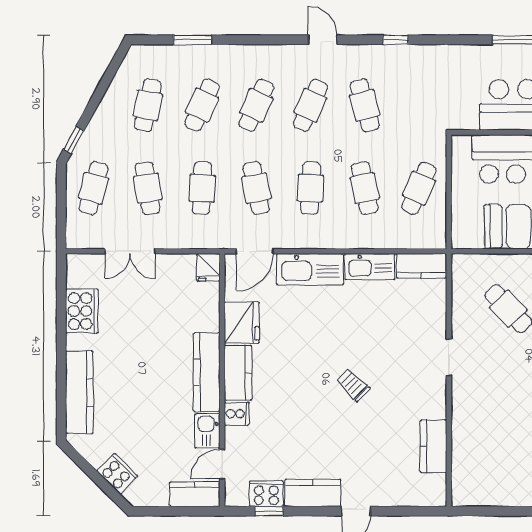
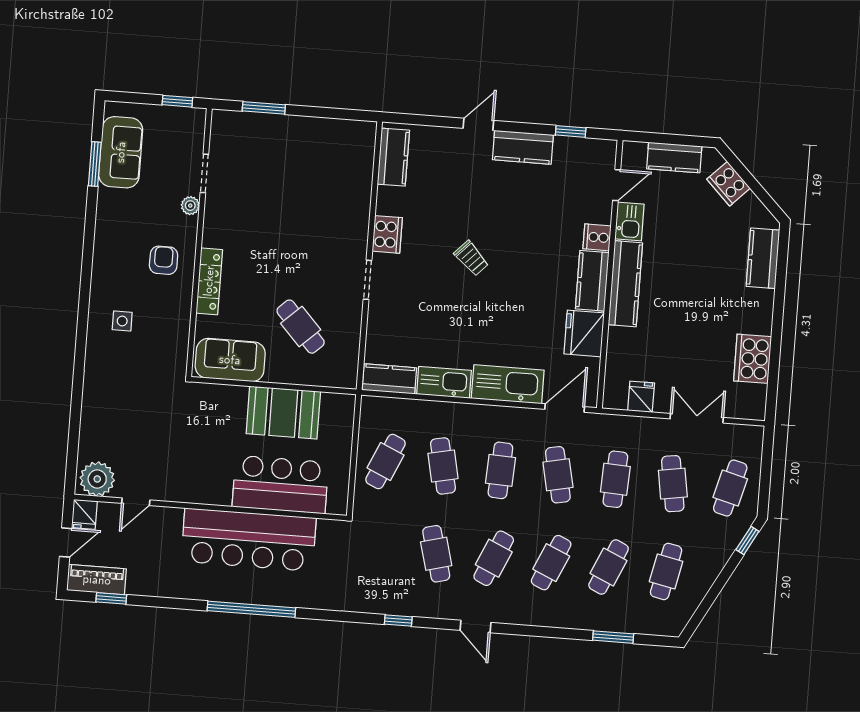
fridge: (208, 267) -> (641, 397), moved
kitchen counter: (79, 392) -> (763, 258), width x0.67
kitchen counter: (434, 446) -> (393, 157), moved
kitchen counter: (195, 494) -> (674, 158), moved
cooker: (266, 494) -> (387, 234), moved, turned -90

